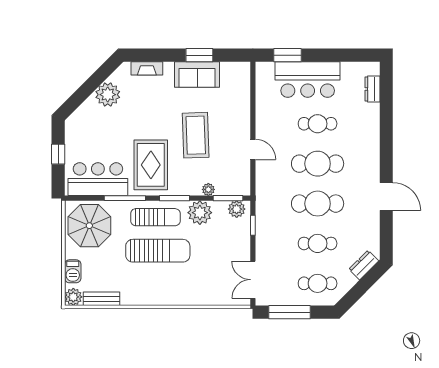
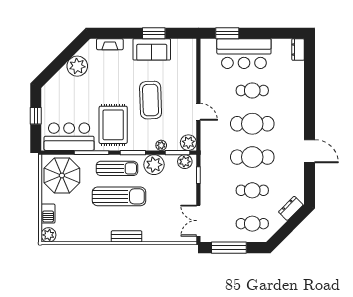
dresser: (372, 89) -> (298, 50), moved
plant: (241, 186) -> (188, 143), added
bench: (102, 299) -> (127, 236), moved

